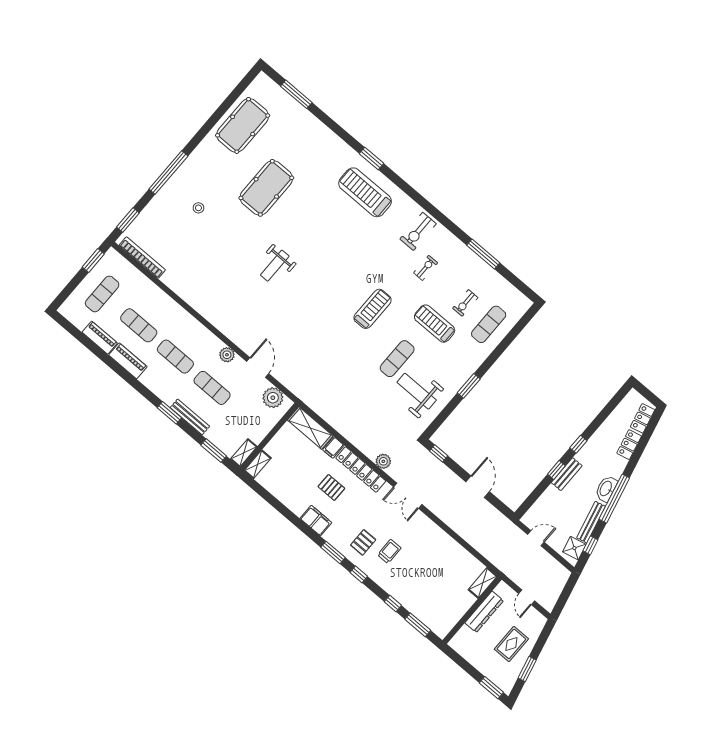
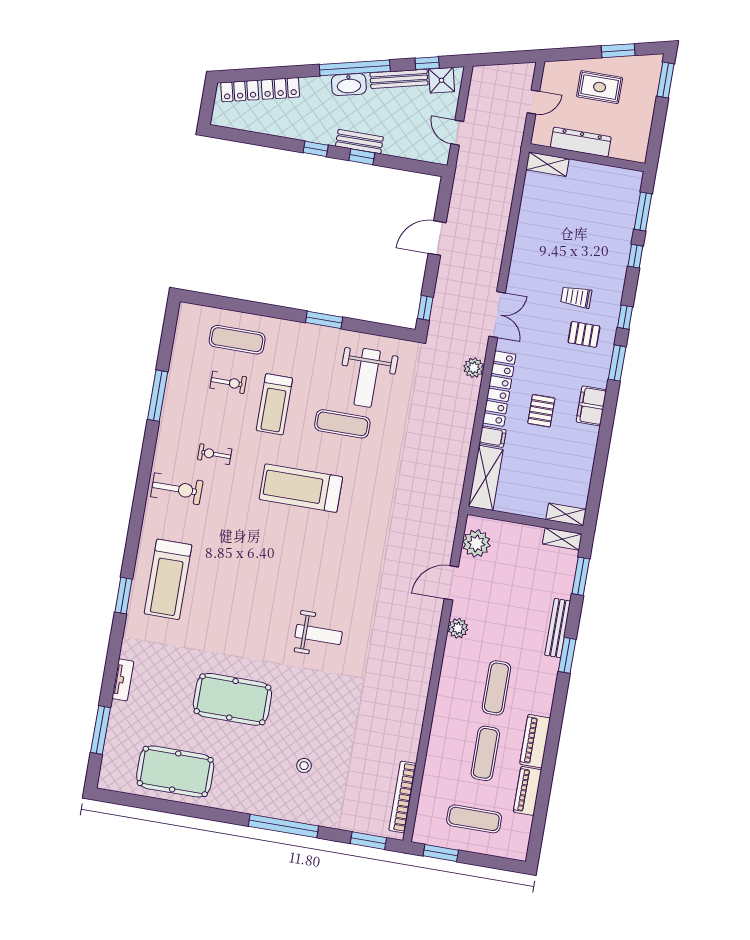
tv unit: (319, 127) -> (123, 680), added
treadmill: (373, 309) -> (301, 488), width x1.37, depth x1.37
exercise mat: (212, 388) -> (508, 622), removed

